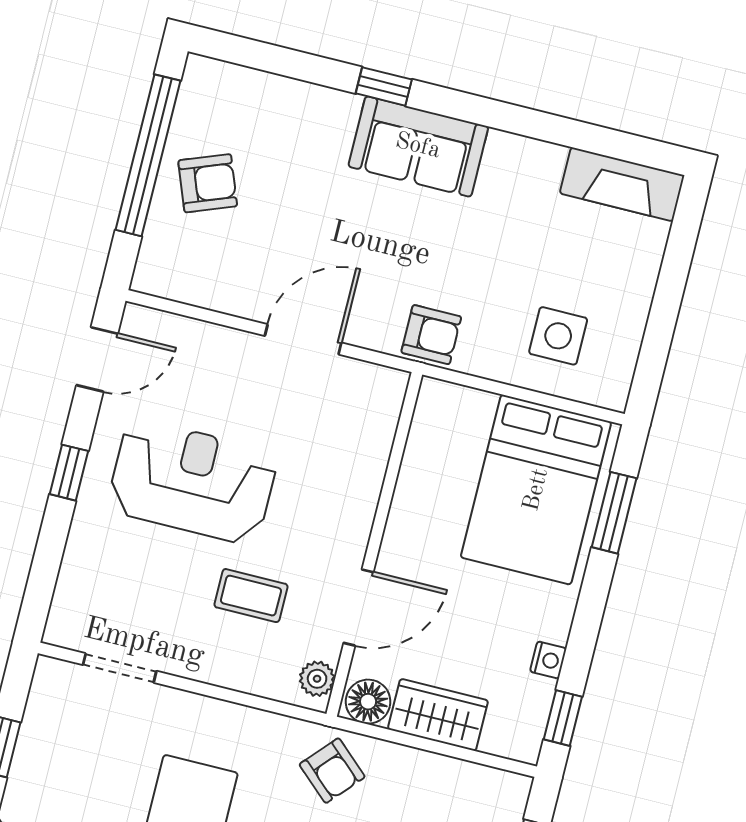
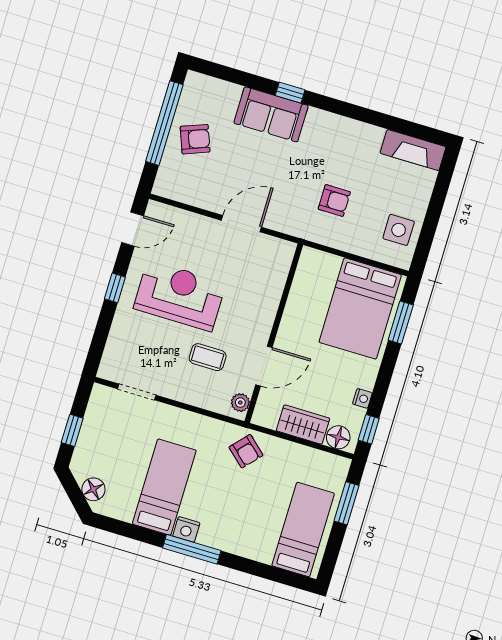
sofa: (418, 146) -> (271, 114), moved
armchair: (431, 335) -> (334, 201), moved
side table: (558, 336) -> (399, 230), moved
floor lamp: (368, 702) -> (338, 437), moved

